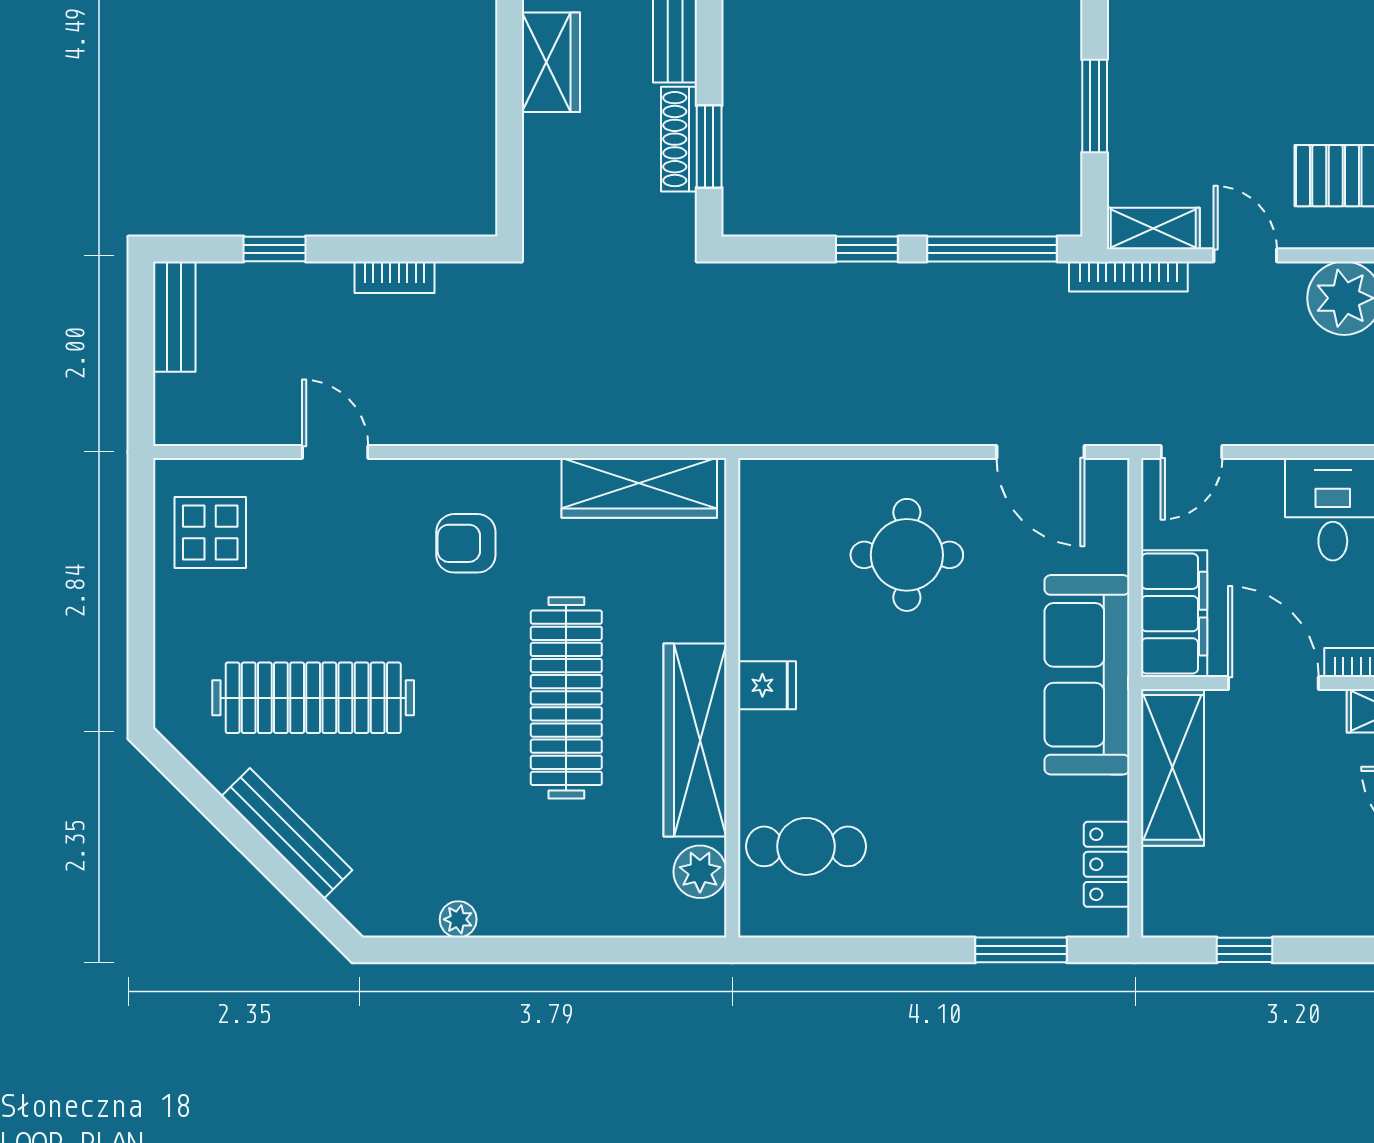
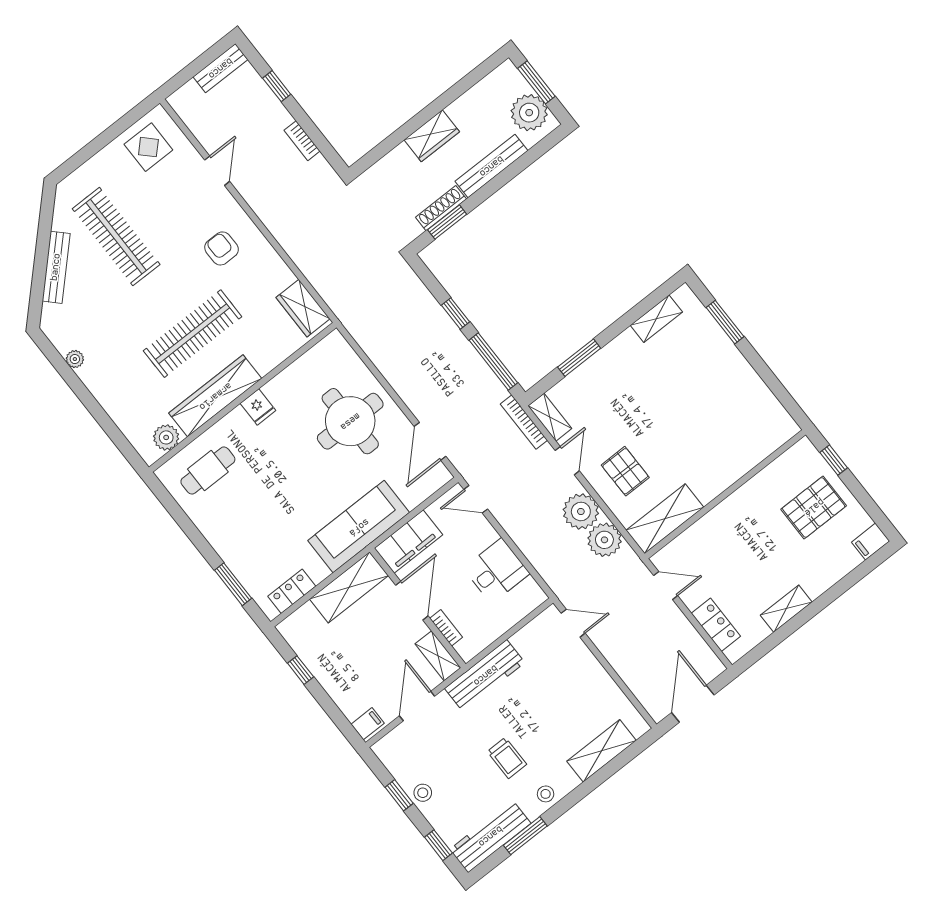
wardrobe: (639, 488) -> (303, 308), width x0.67
round table: (907, 555) -> (350, 421), width x1.36, depth x1.36
cafe table: (806, 846) -> (208, 471), turned 90

